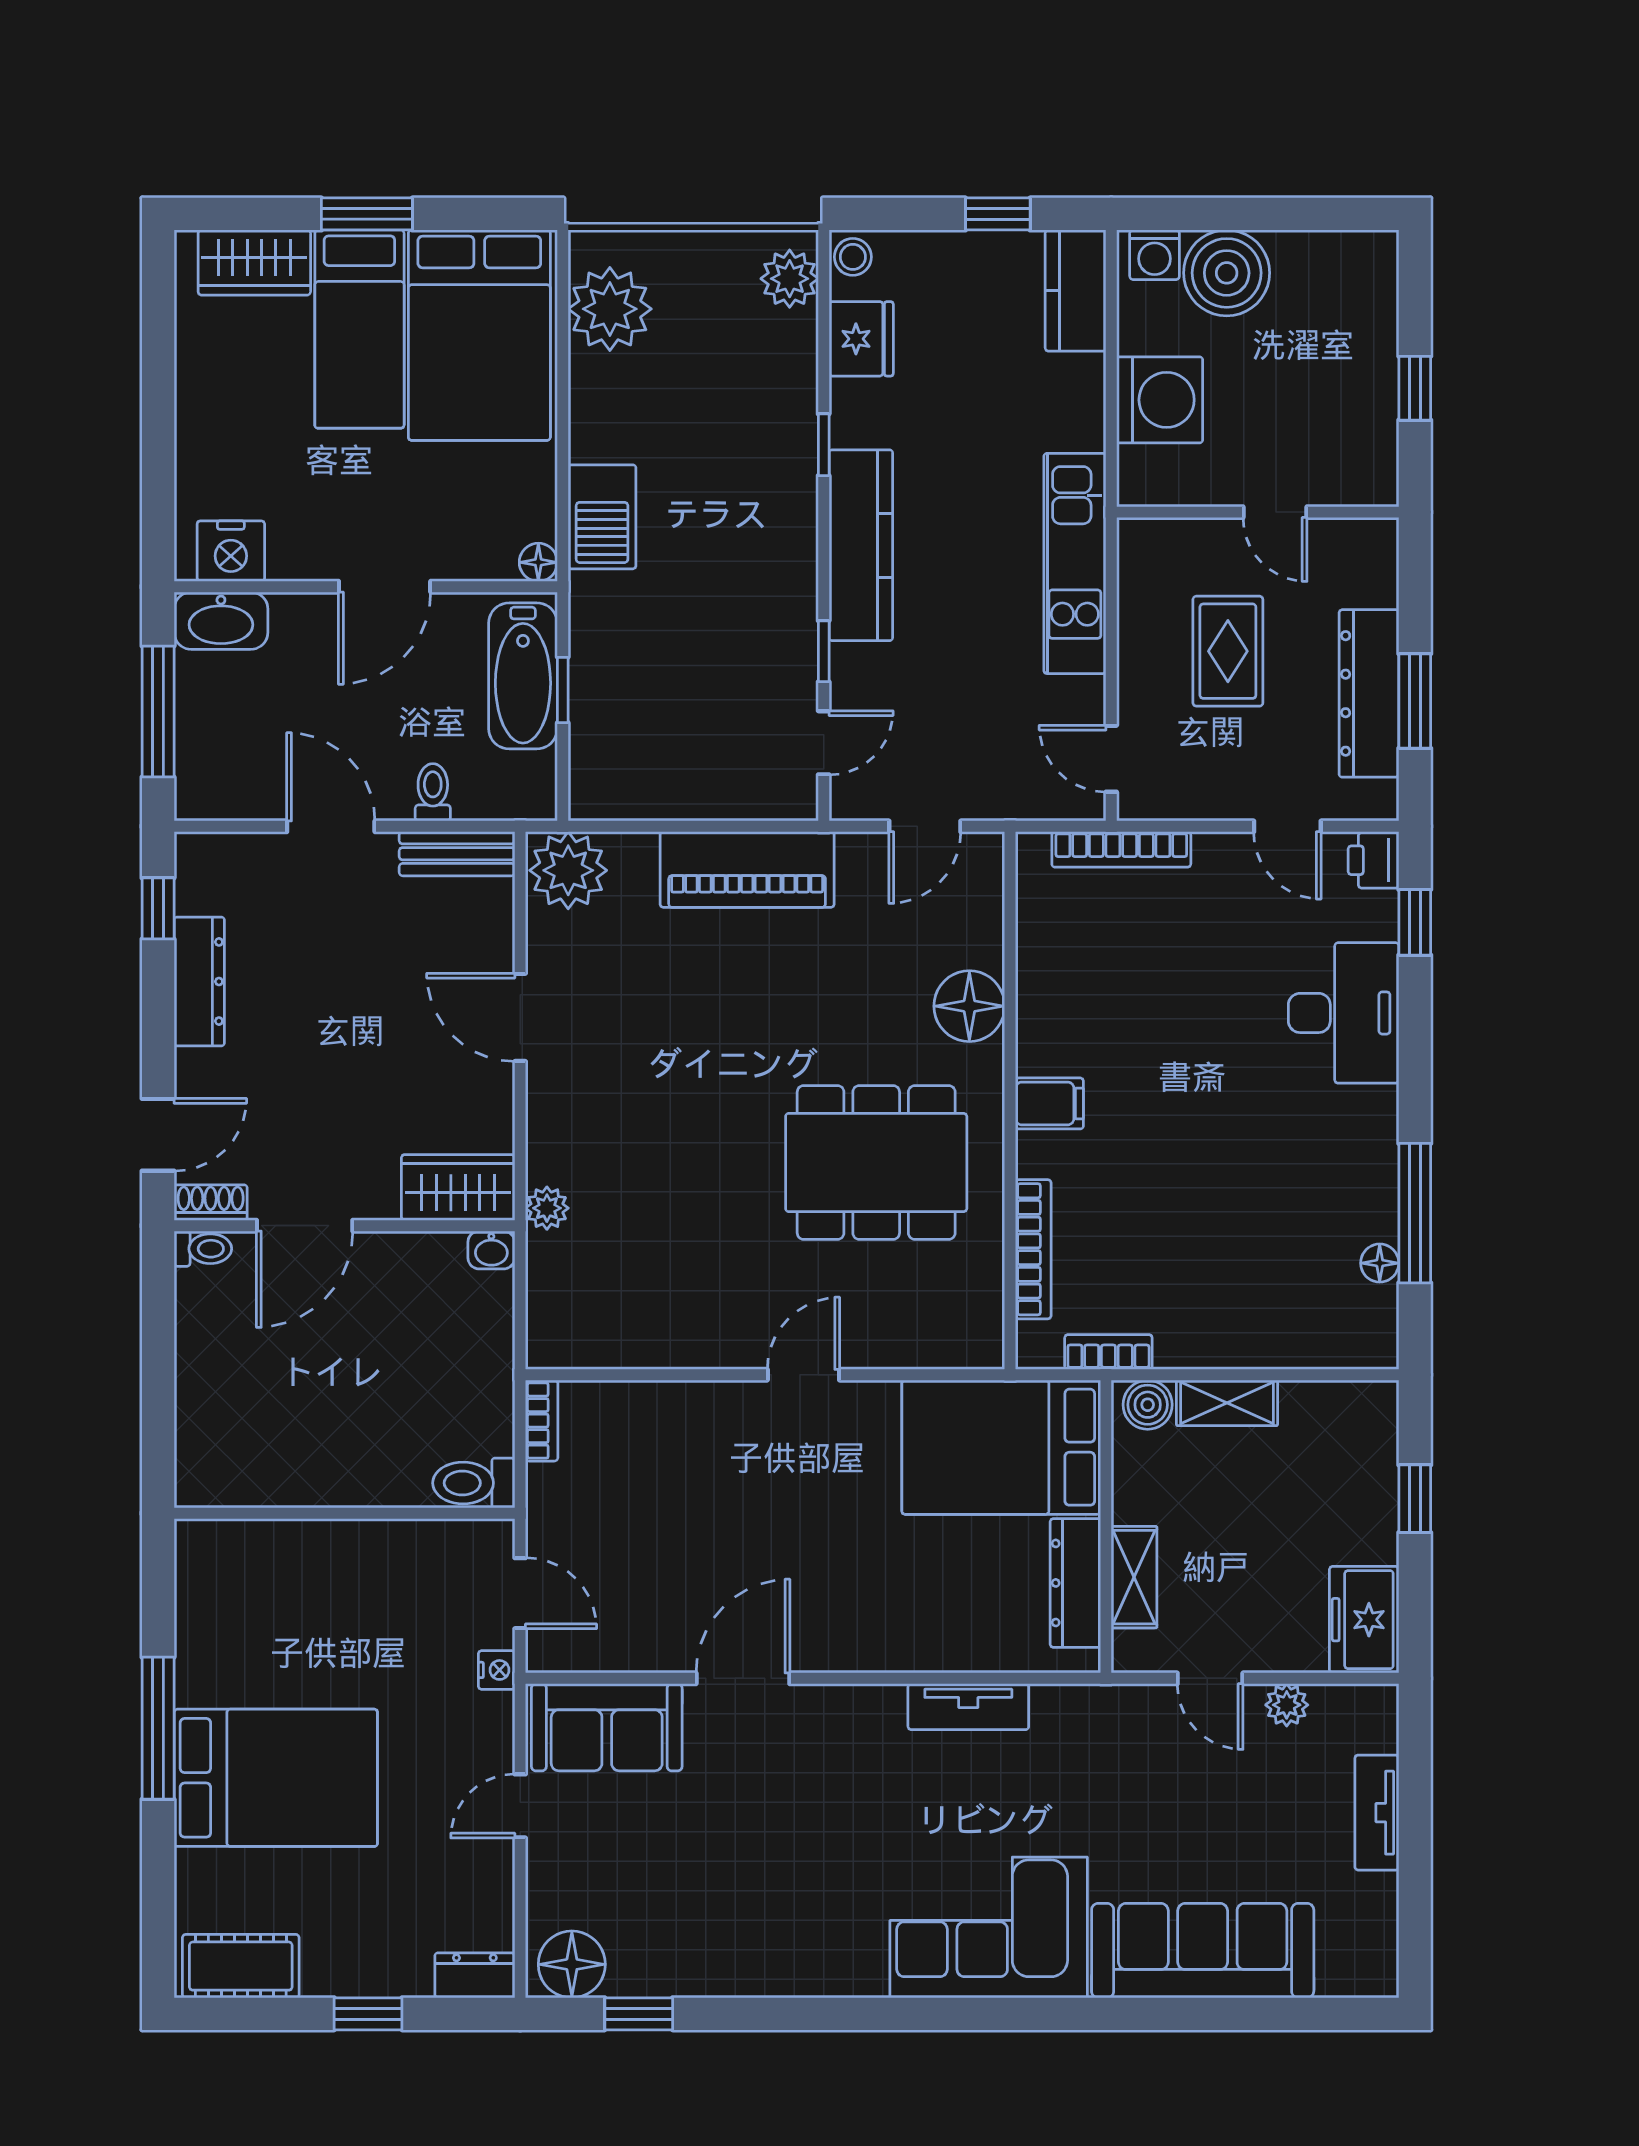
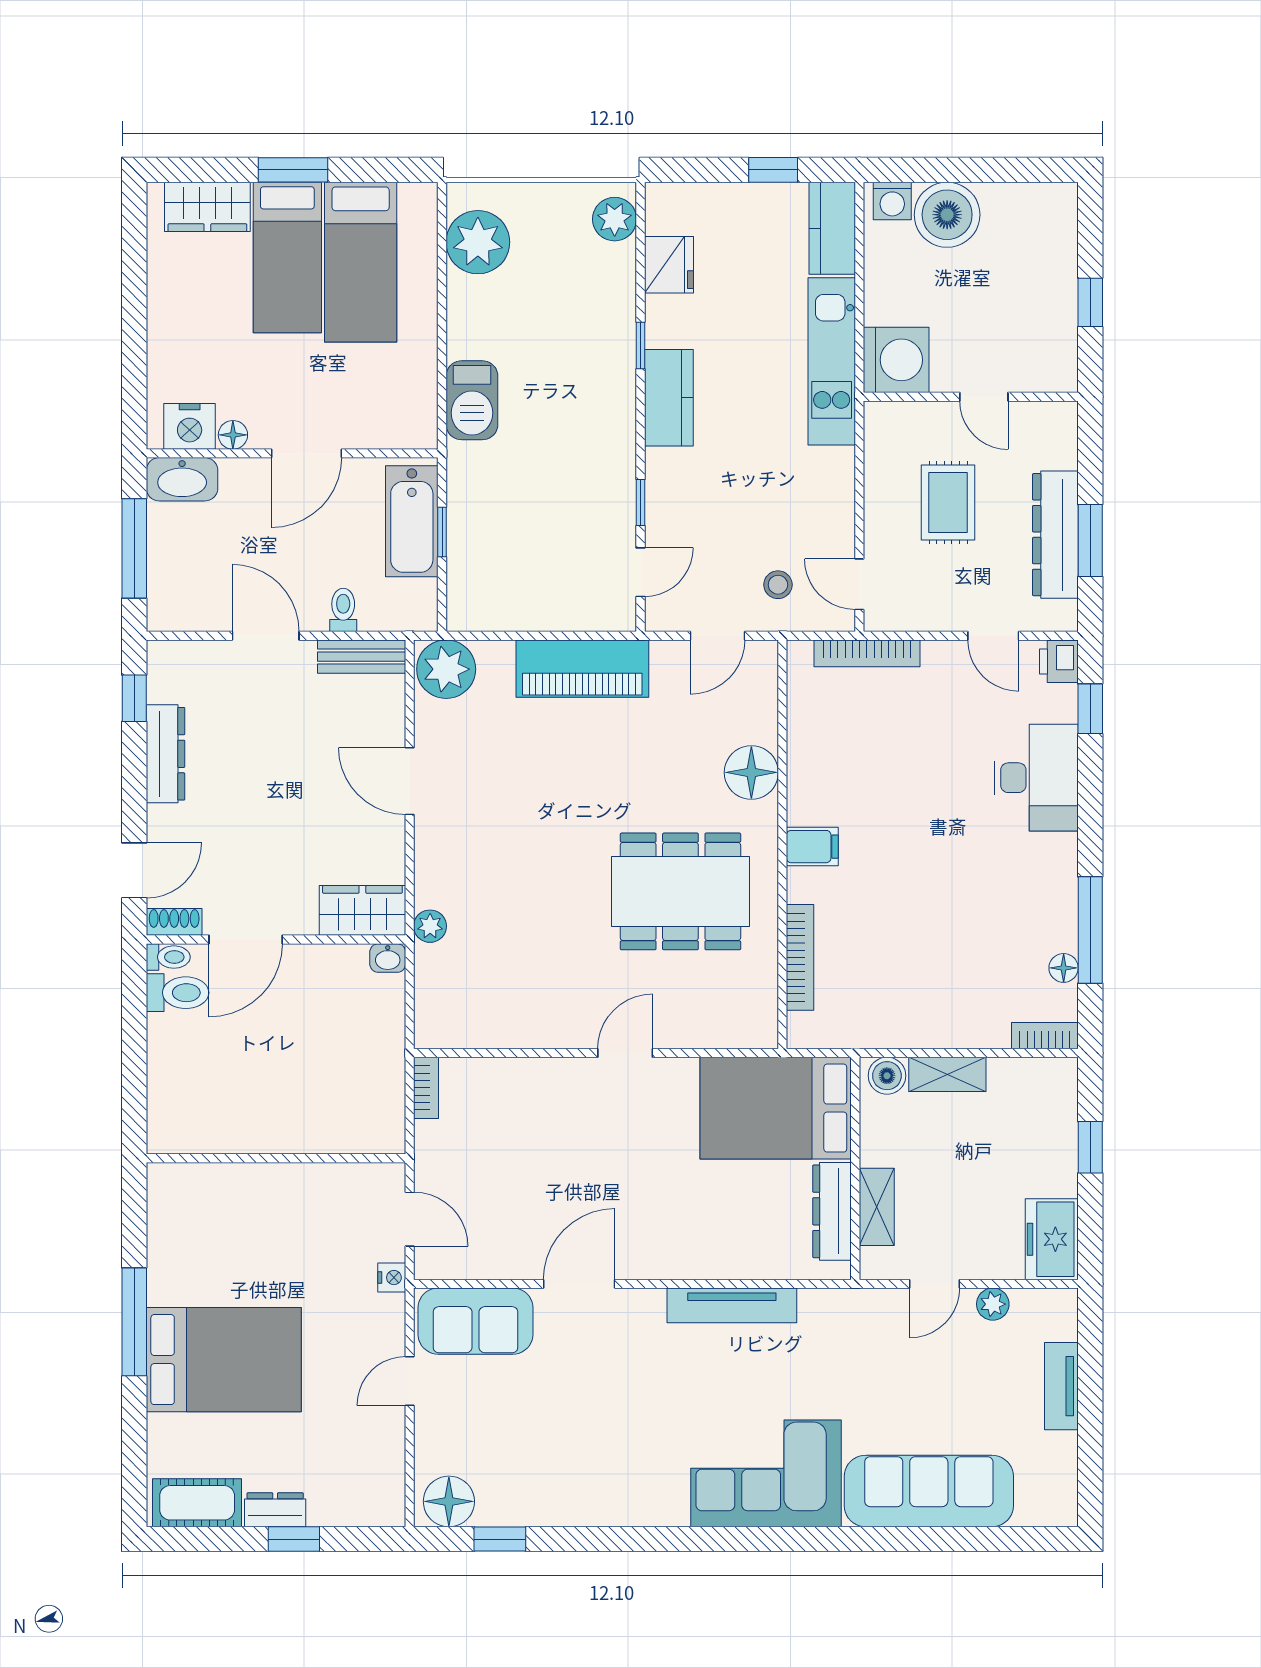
stool: (853, 257) -> (778, 585), moved
bed: (479, 335) -> (361, 262), width x0.67
washing machine: (1160, 400) -> (896, 360), moved
kitchen counter: (861, 545) -> (669, 398), width x0.67
floor lamp: (538, 562) -> (233, 435), moved
kitchen unit: (1075, 563) -> (832, 361), moved
bookcase: (1108, 1352) -> (1045, 1036), moved
toilet: (474, 1483) -> (178, 993), moved, turned 180
door: (1210, 1678) -> (935, 1284), hinge flipped
tv unit: (968, 1707) -> (732, 1305), width x1.41
dresser: (475, 1975) -> (275, 1510), moved

